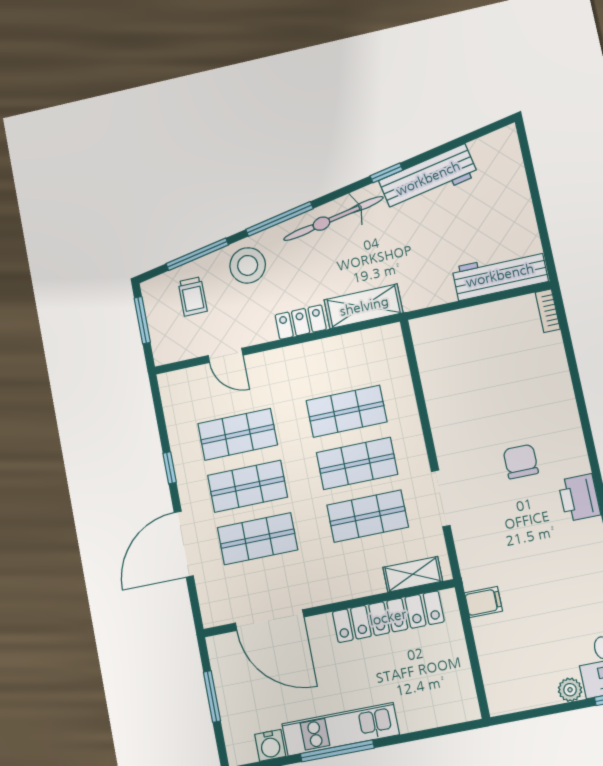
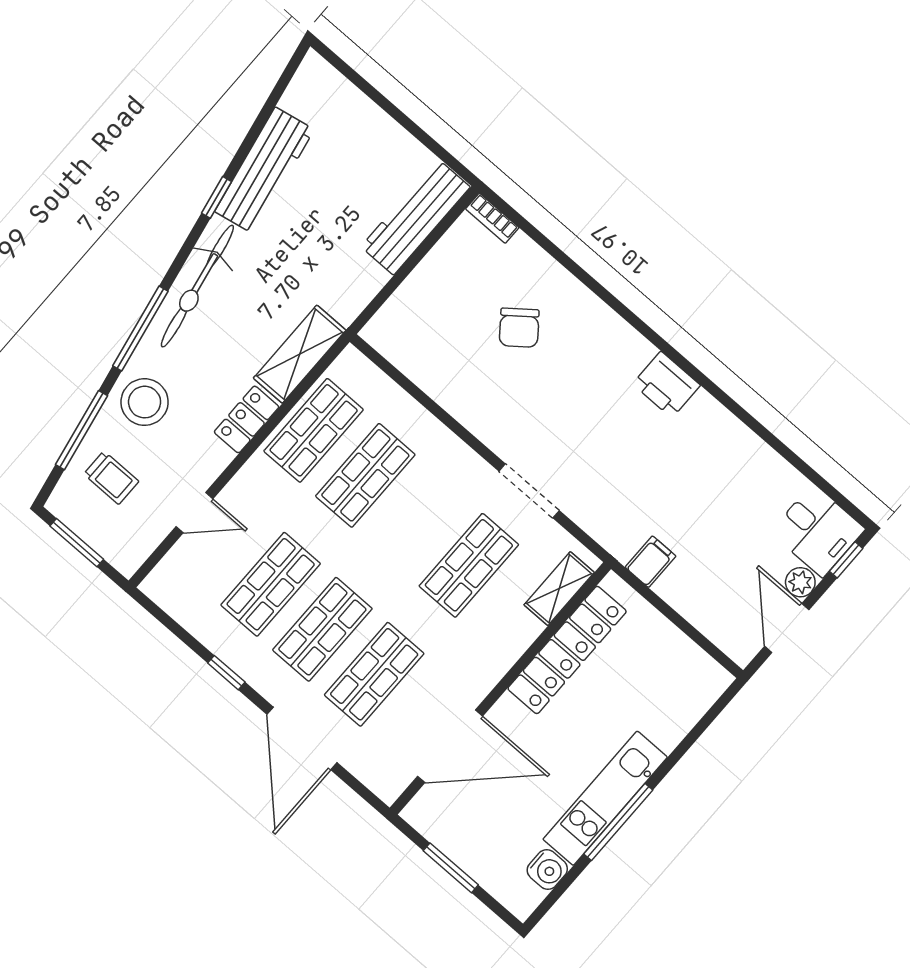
chair: (521, 462) -> (519, 328), moved, turned -128
shop shelf: (357, 463) -> (314, 430), moved
door: (539, 712) -> (787, 628), added

